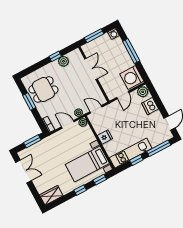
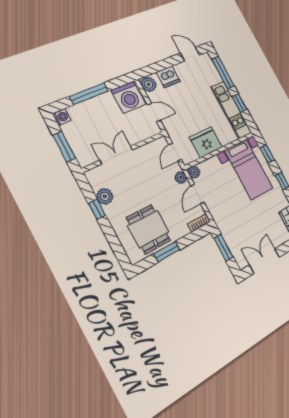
fridge: (105, 137) -> (206, 142), width x1.88, depth x1.34

